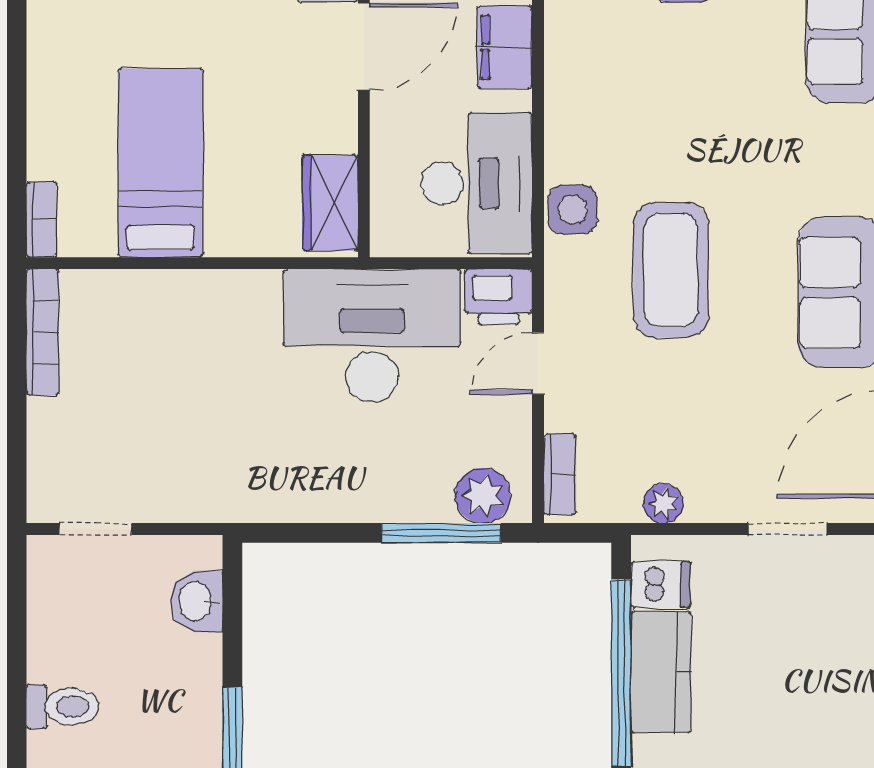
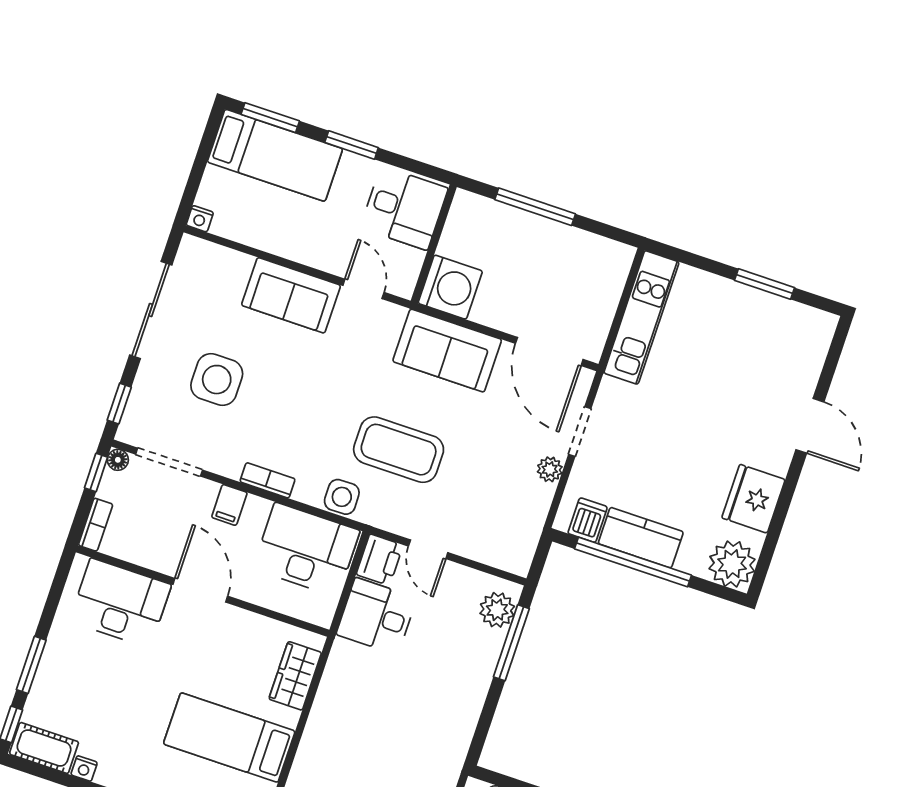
filing cabinet: (505, 47) -> (229, 505), width x0.50
wardrobe: (330, 203) -> (295, 676), moved, turned 90
desk: (372, 335) -> (376, 616), width x0.53, depth x0.77
bookcase: (560, 474) -> (268, 480), moved
plant: (663, 503) -> (550, 469), moved

